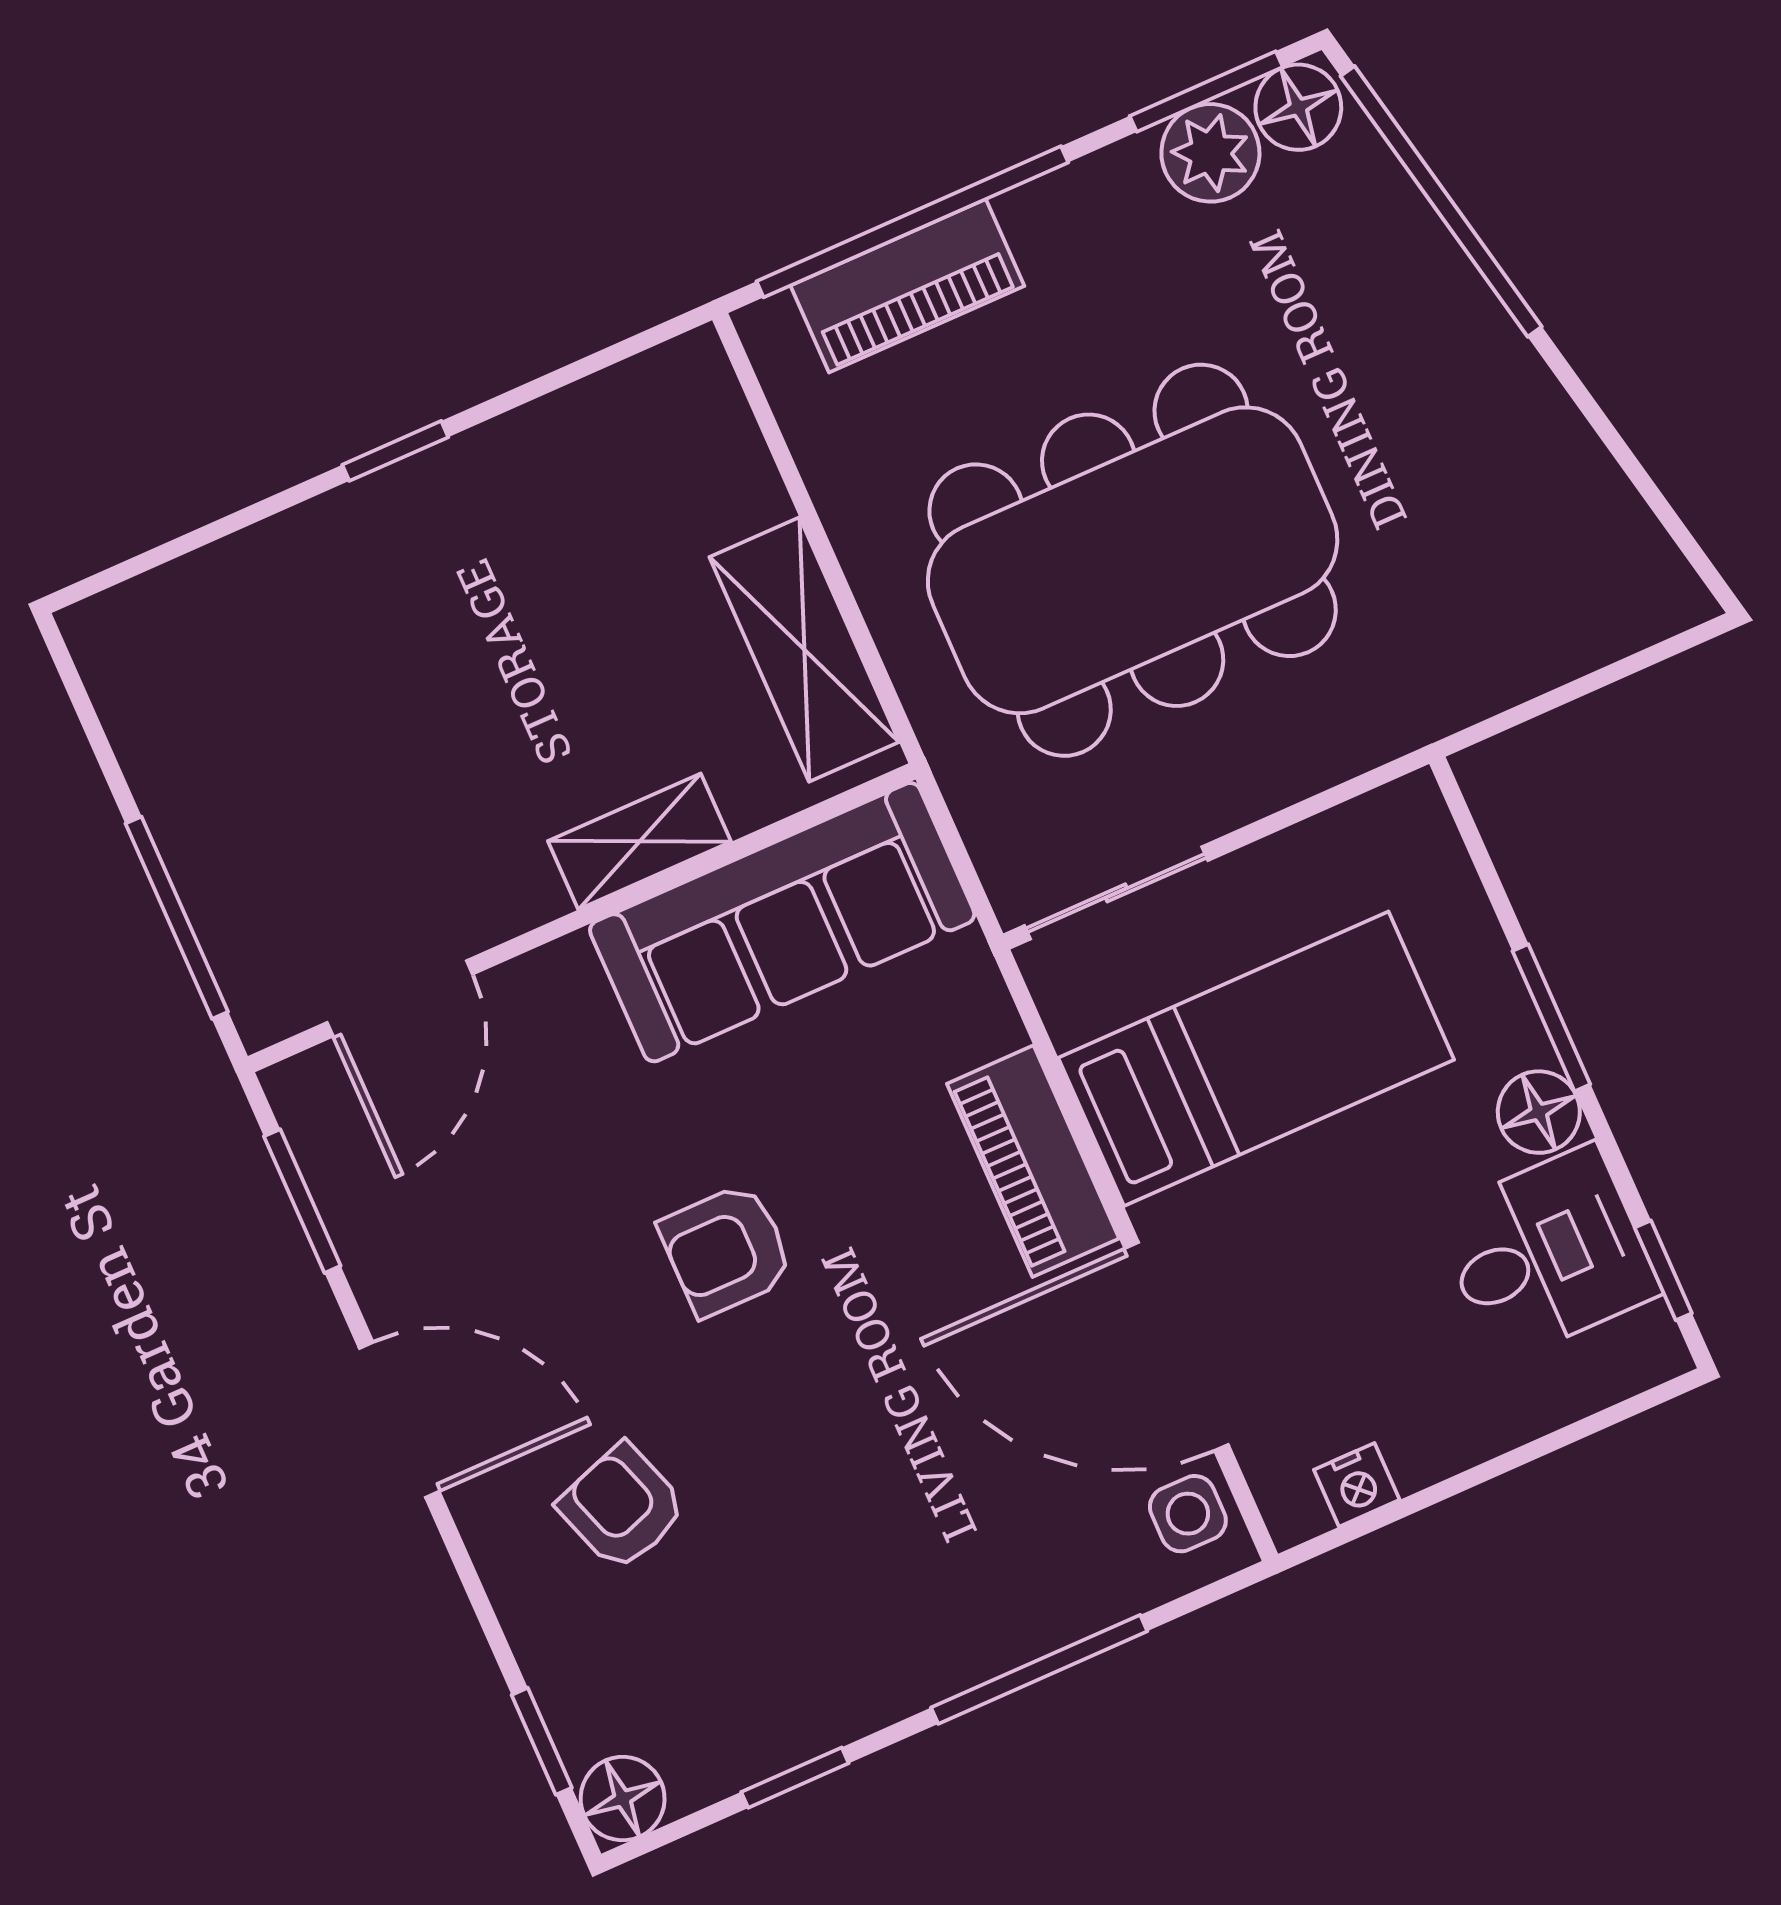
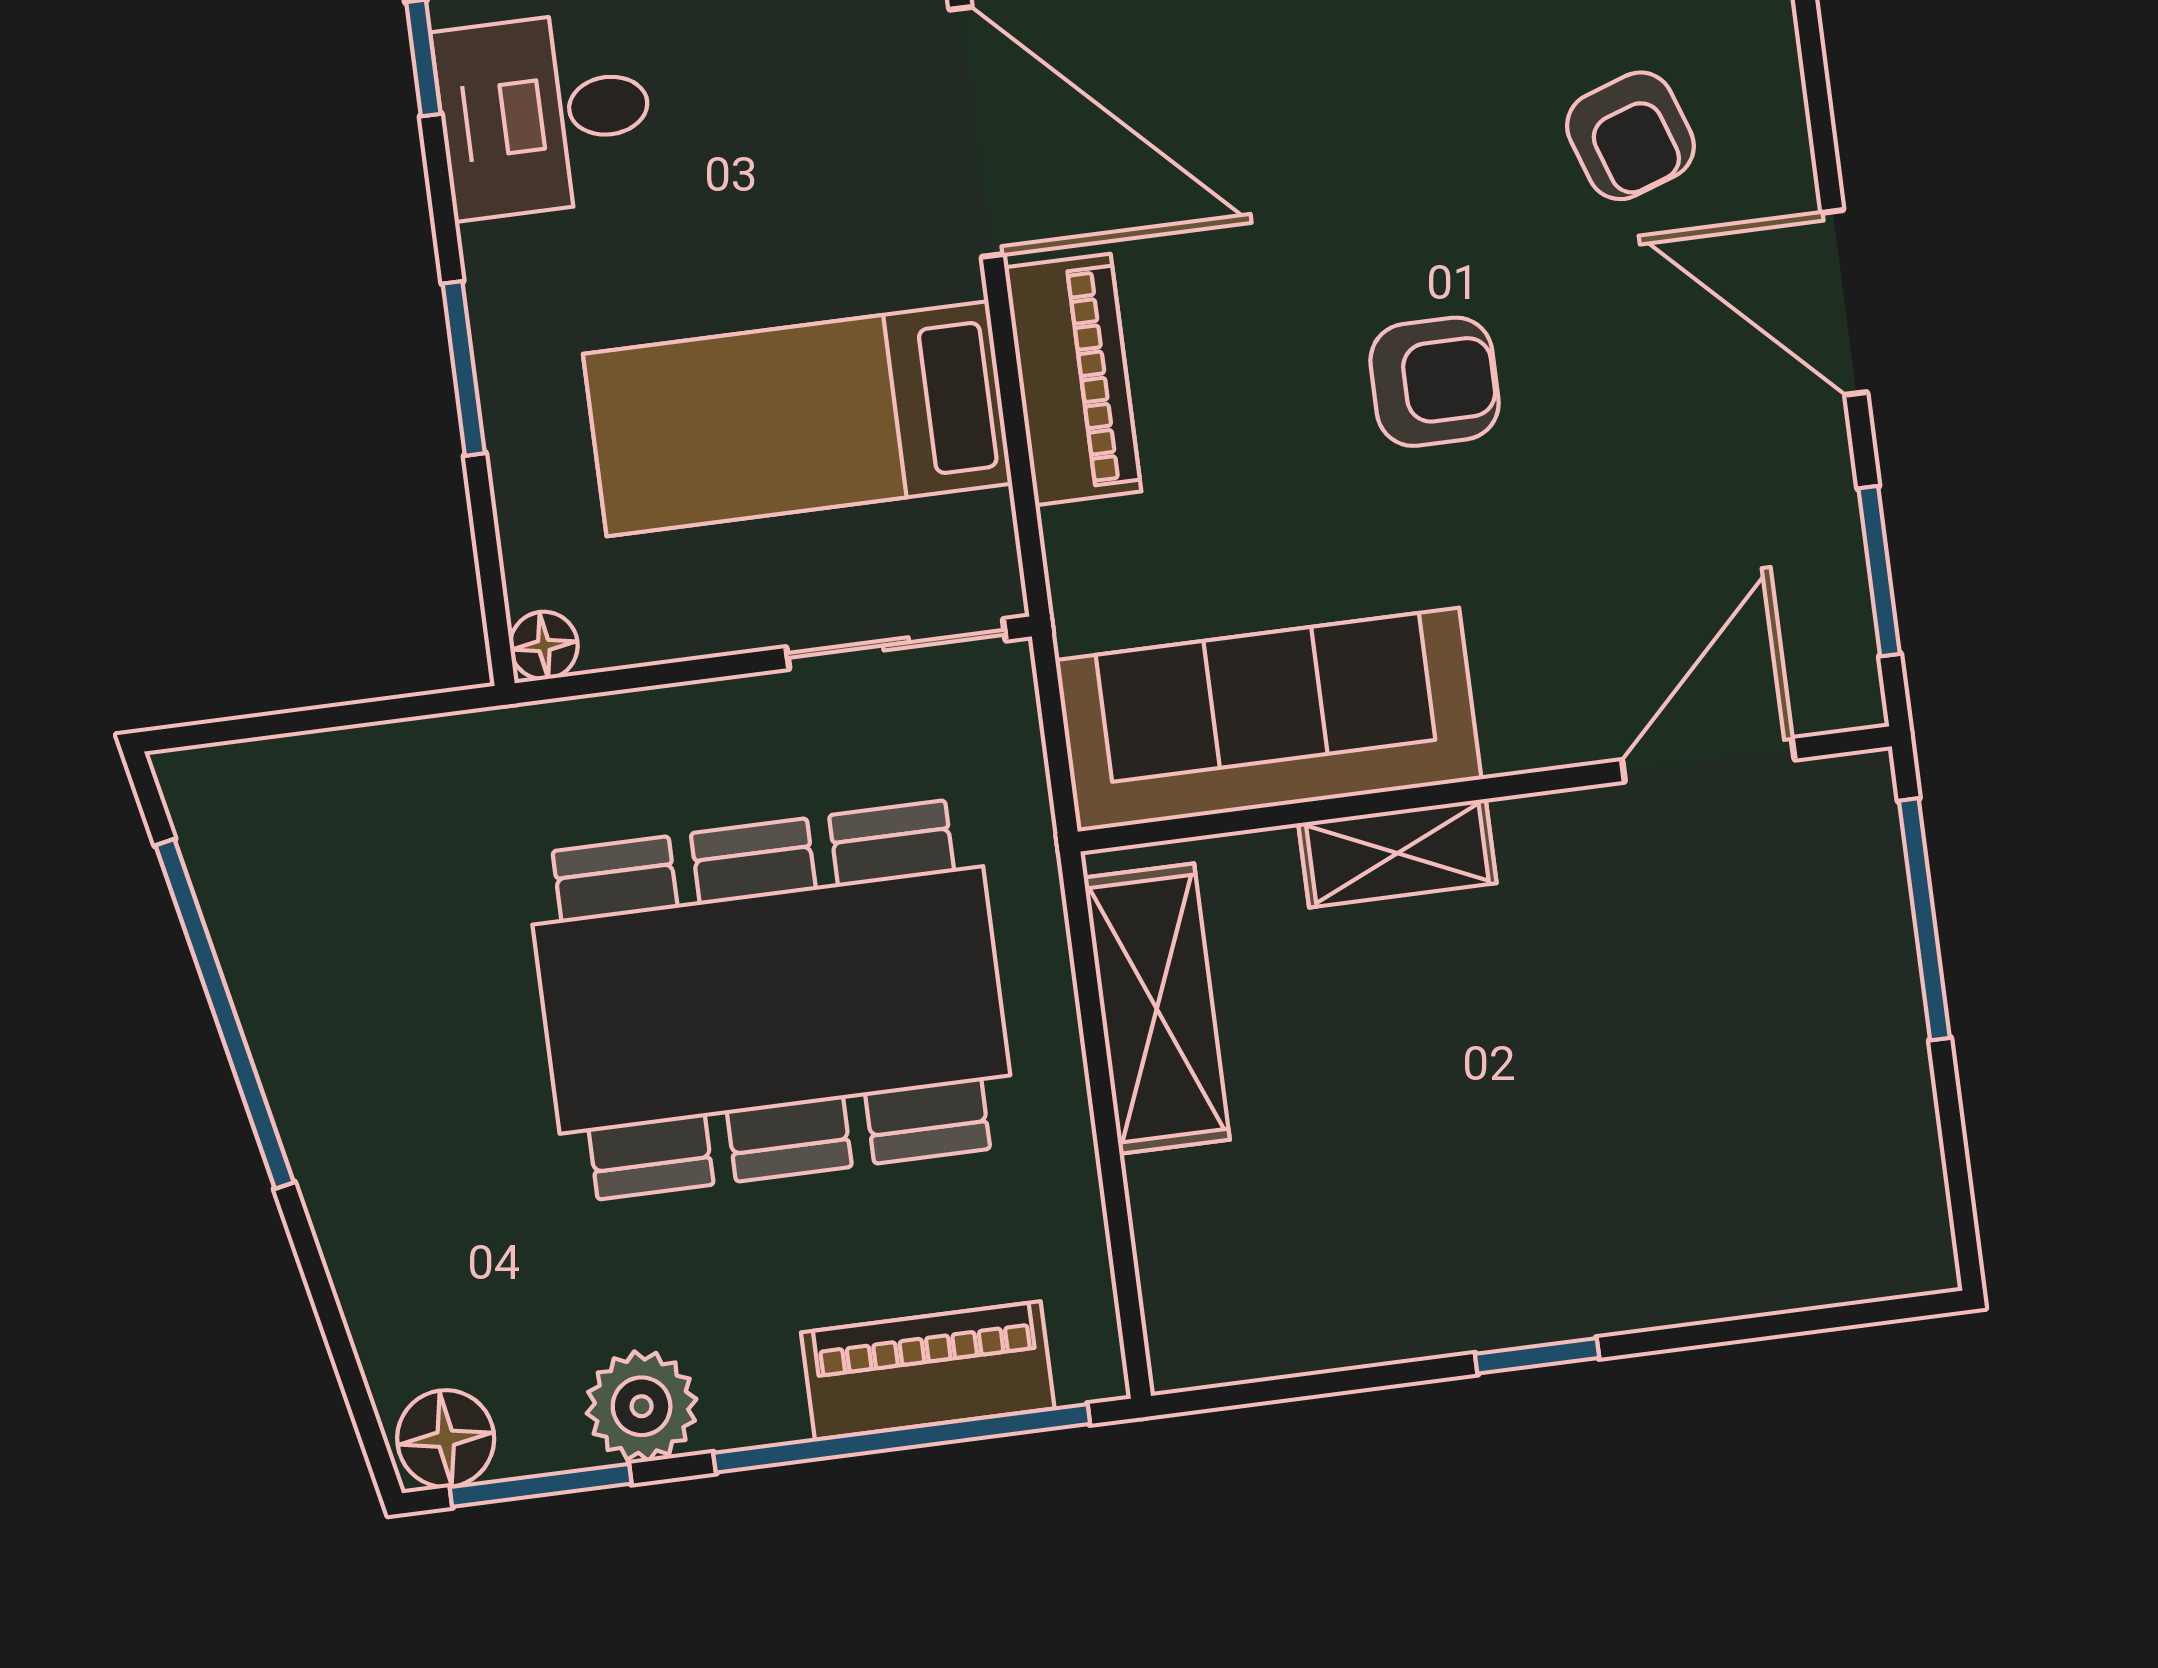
plant: (1210, 153) -> (642, 1406), moved
window: (1441, 201) -> (225, 1014), moved
floor lamp: (1539, 1112) -> (544, 645), moved, width x0.73, depth x0.73

